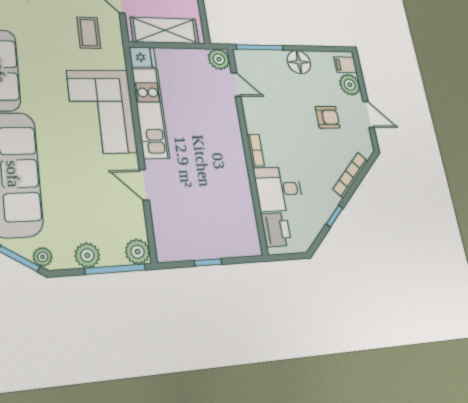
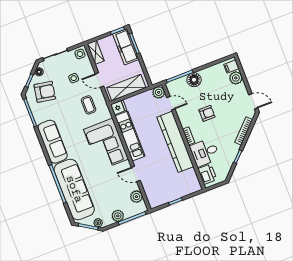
floor lamp: (299, 62) -> (194, 80), moved
door: (368, 115) -> (253, 101), moved
armchair: (327, 117) -> (207, 113), moved
kitchen counter: (230, 152) -> (175, 142), added
plant: (138, 252) -> (136, 197), moved

